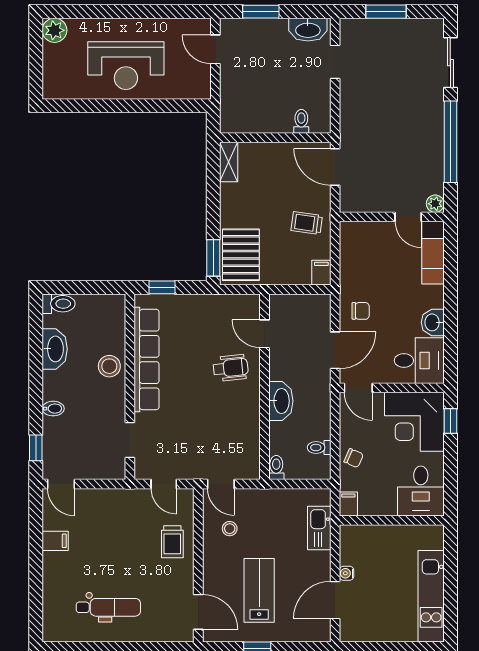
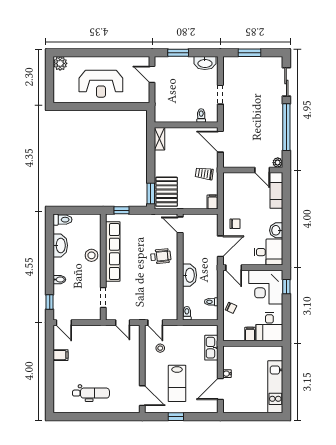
doorway: (335, 62) -> (220, 95), moved
door: (265, 334) -> (180, 225), moved
filing cabinet: (348, 504) -> (250, 334), moved
trolley: (172, 542) -> (127, 356), removed
lab bench: (259, 590) -> (177, 383), turned 180

